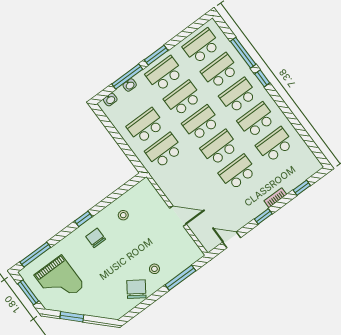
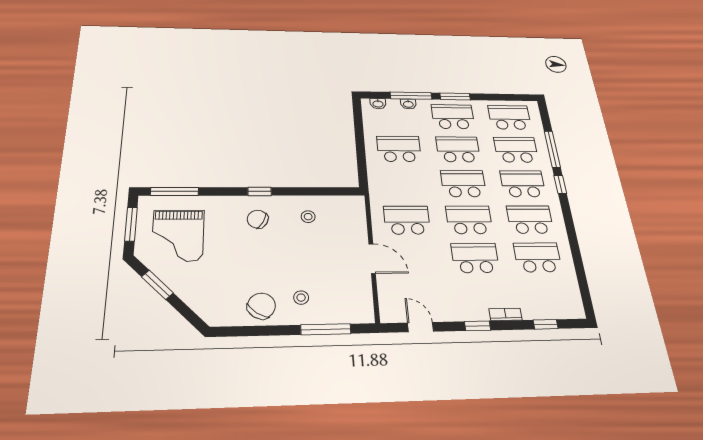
school desk: (164, 151) -> (407, 220), moved
chair: (96, 238) -> (258, 219), turned -62

